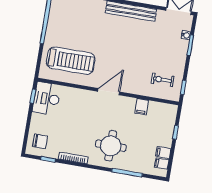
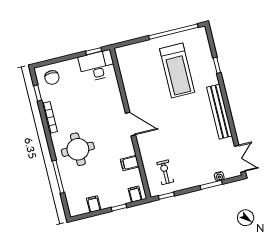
treadmill: (71, 61) -> (177, 71), moved
filing cabinet: (162, 163) -> (135, 194), moved

